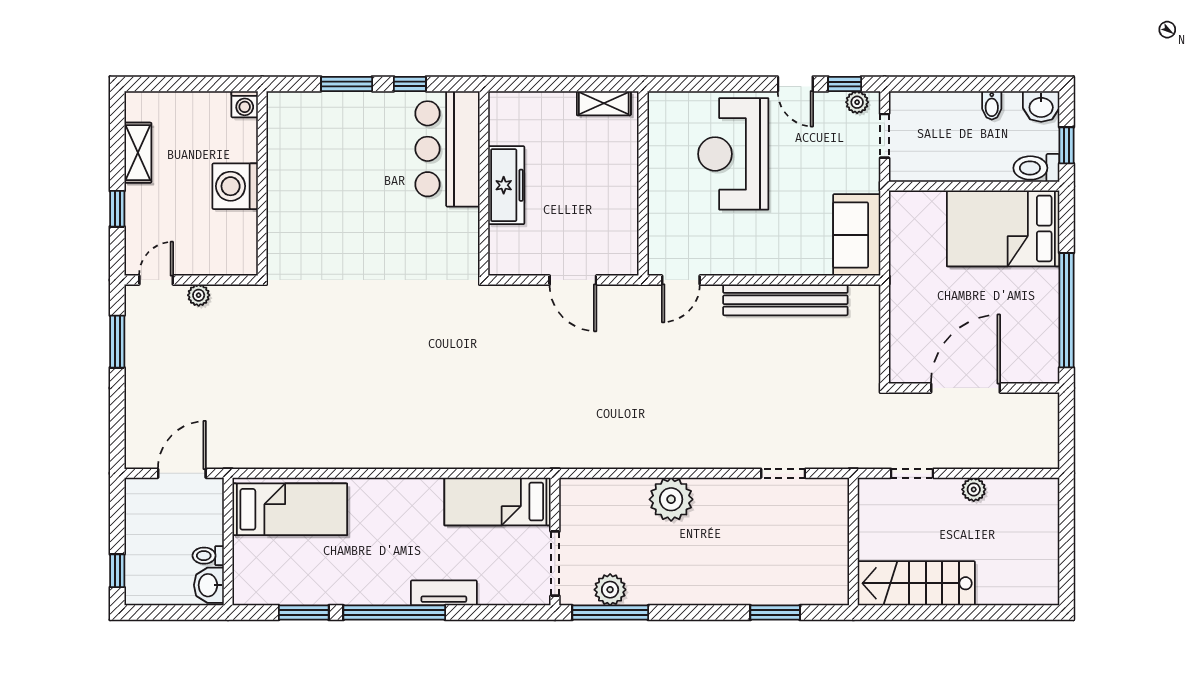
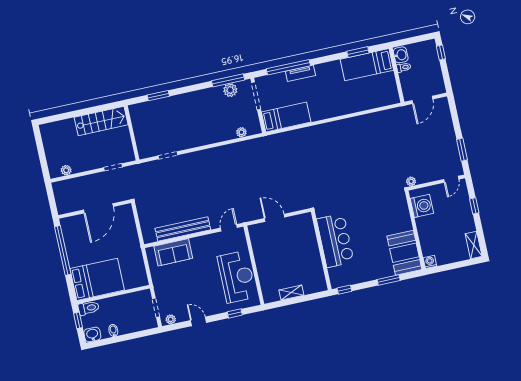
window: (410, 84) -> (344, 290), moved
window: (845, 84) -> (235, 313), moved
shelving: (604, 103) -> (291, 293), moved
booth: (298, 137) -> (404, 253), added
bar counter: (447, 149) -> (335, 240), moved
shelving: (138, 153) -> (474, 245), moved
reception desk: (733, 154) -> (237, 277), moved
freezer: (506, 185) -> (312, 252), removed
washing machine: (235, 186) -> (422, 206), moved
sofa: (857, 235) -> (173, 252), moved, turned 90
plant: (199, 295) -> (411, 181), moved
plant: (974, 489) -> (66, 170), moved
plant: (671, 499) -> (241, 132), moved, width x0.53, depth x0.53
bed: (290, 509) -> (367, 65), moved
window: (394, 613) -> (288, 67), moved

